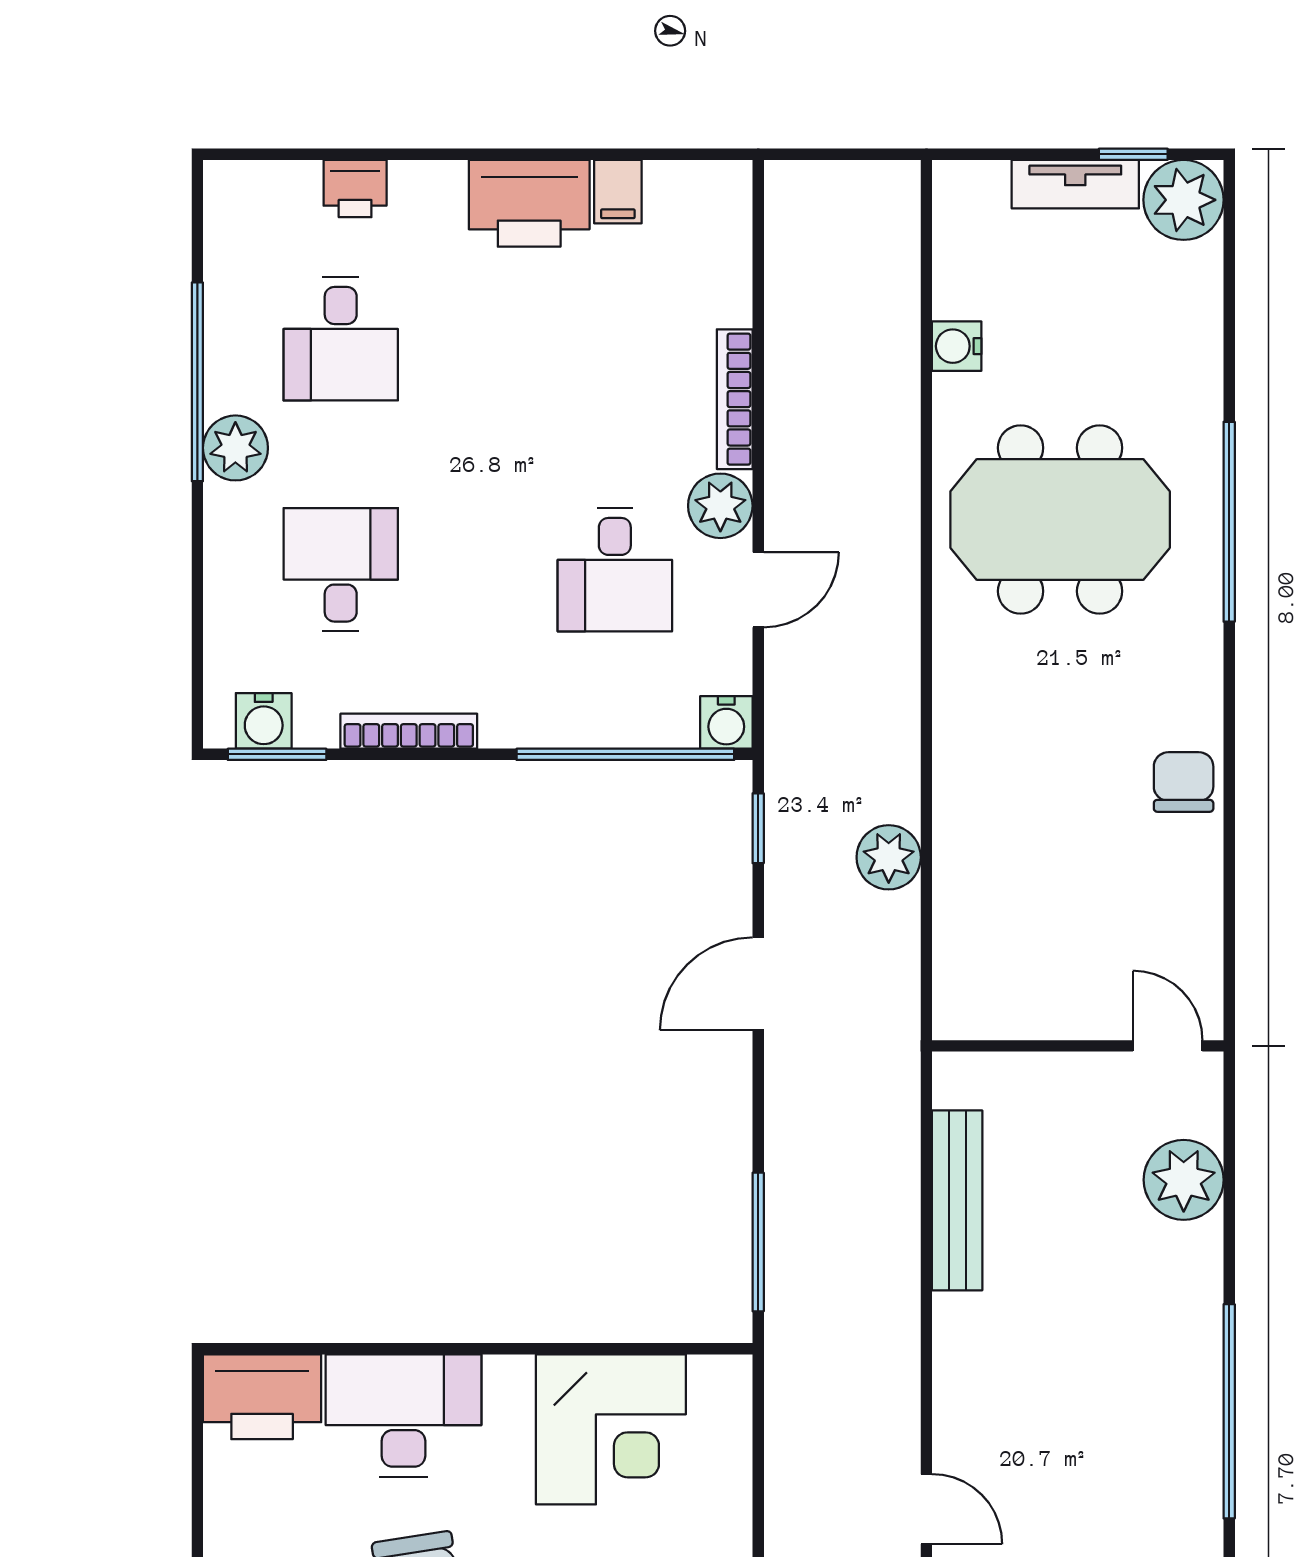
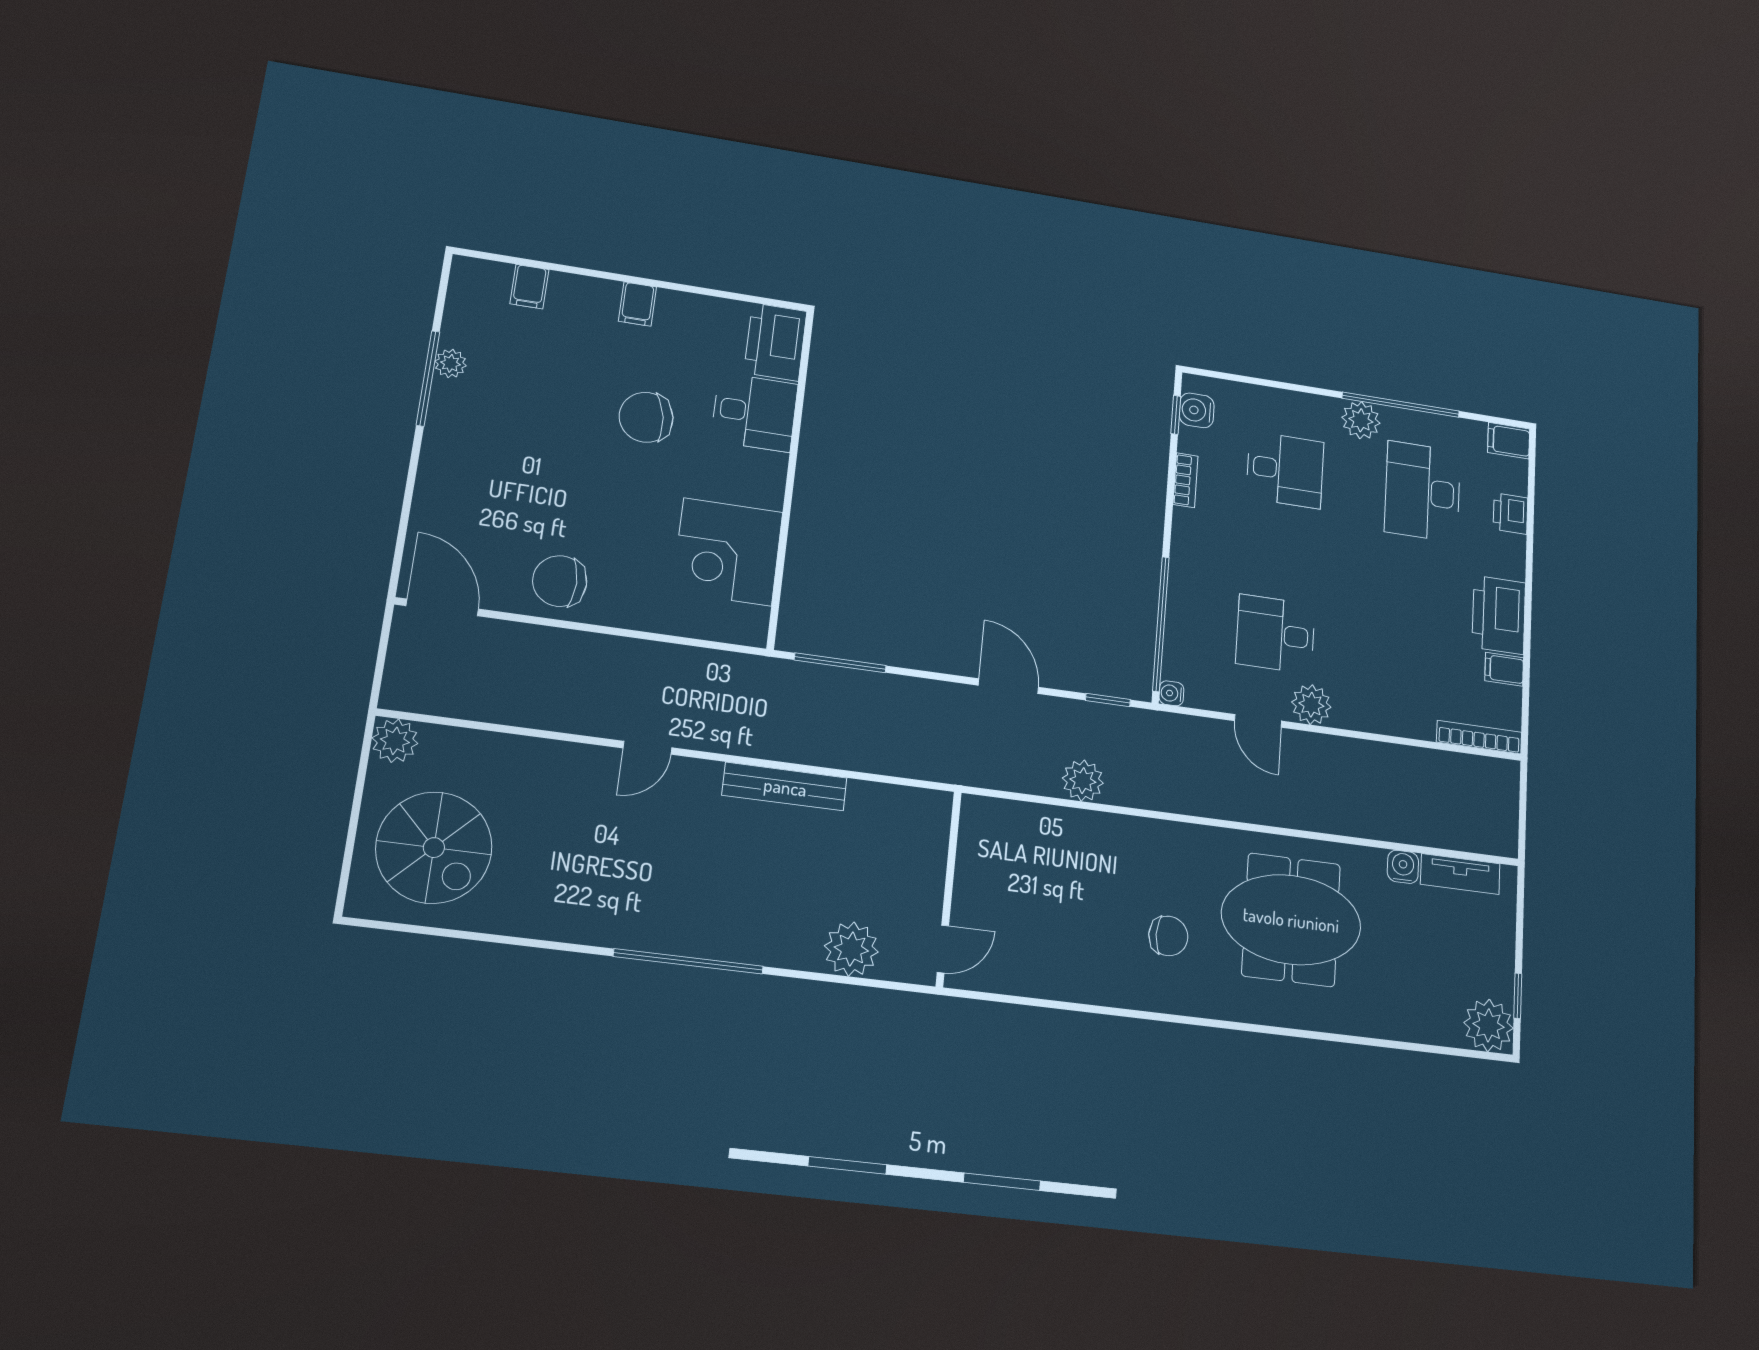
tv unit: (1075, 184) -> (1460, 874), moved, turned -90
filing cabinet: (230, 195) -> (1509, 441), added
desk: (341, 339) -> (1423, 491), width x1.37
bookcase: (735, 399) -> (1479, 737), moved
meeting table: (1060, 520) -> (1291, 920), turned 90
window: (1229, 522) -> (1284, 1032), removed
water cooler: (726, 722) -> (1171, 693), width x0.72, depth x0.72
bookcase: (409, 731) -> (1185, 480), width x0.64
window: (277, 754) -> (1176, 415), width x0.67
chair: (1184, 782) -> (1168, 936), moved
bench: (957, 1200) -> (785, 787), moved
desk: (403, 1415) -> (754, 412), width x0.73

